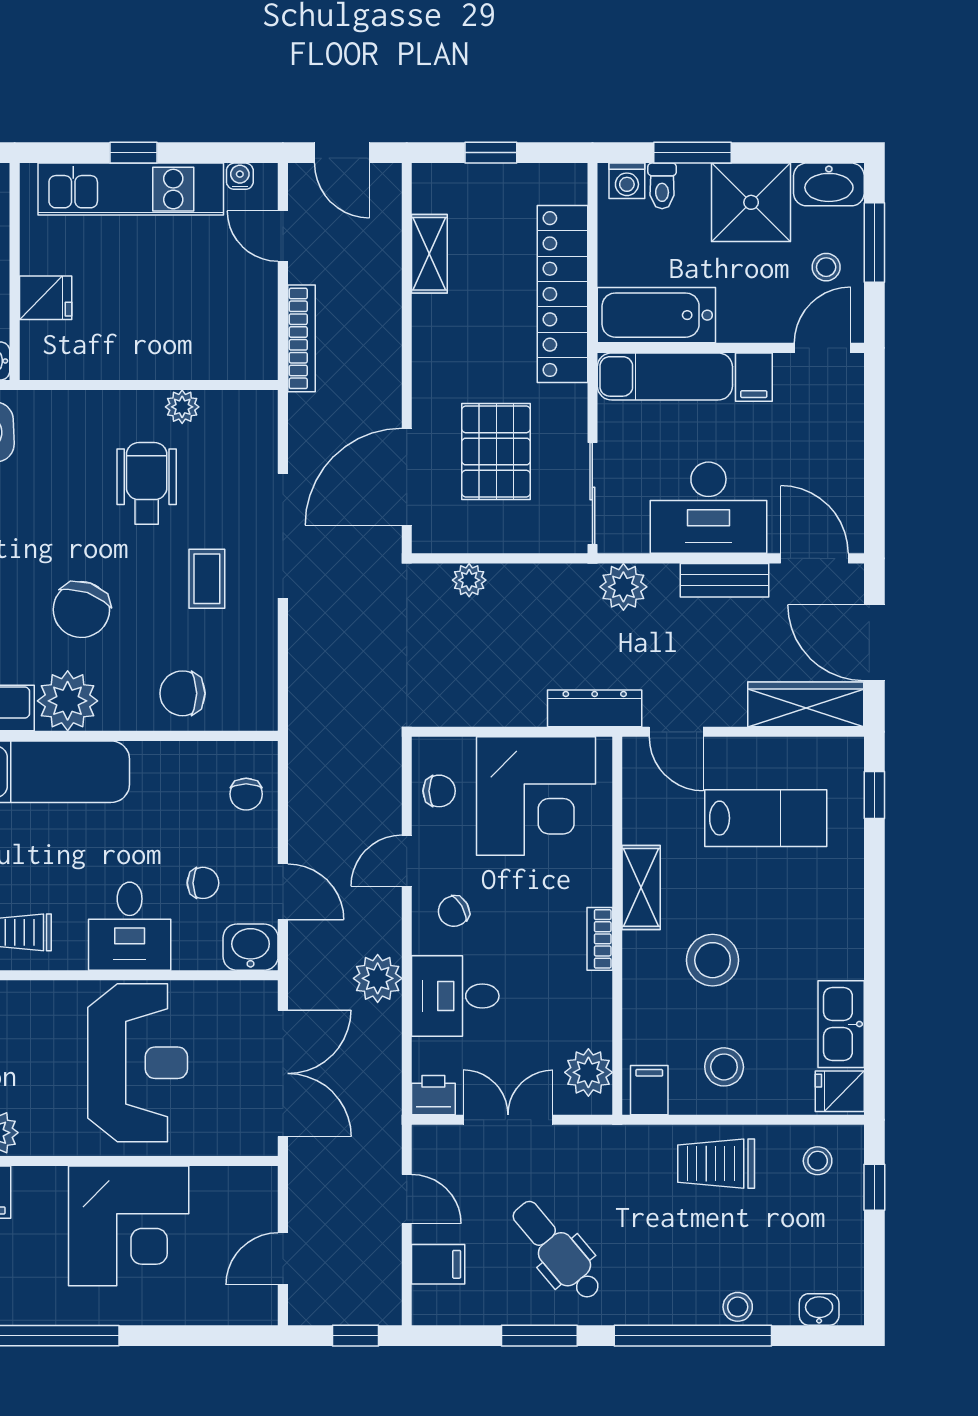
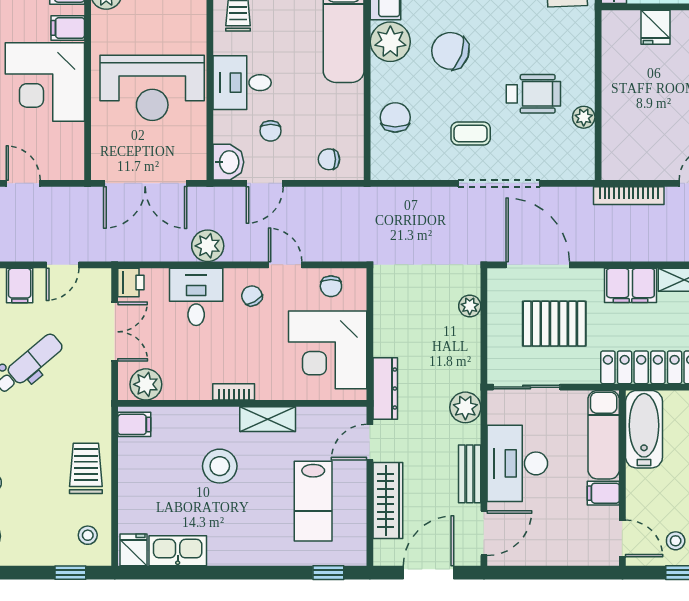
filing cabinet: (438, 336) -> (631, 285), added
wardrobe: (806, 704) -> (388, 500), moved
stool: (724, 1067) -> (149, 474), removed
filing cabinet: (47, 1191) -> (68, 28), added

